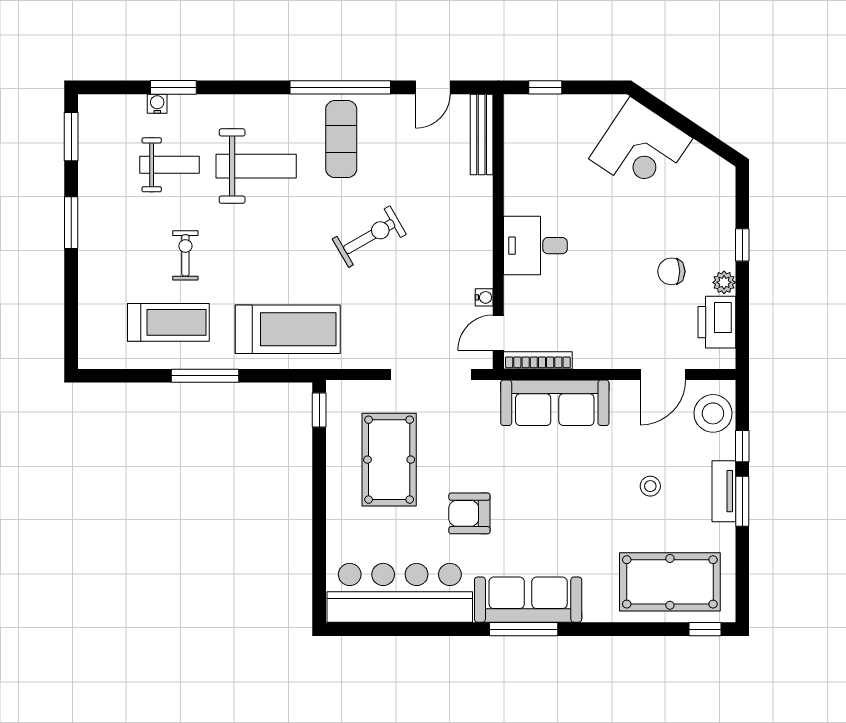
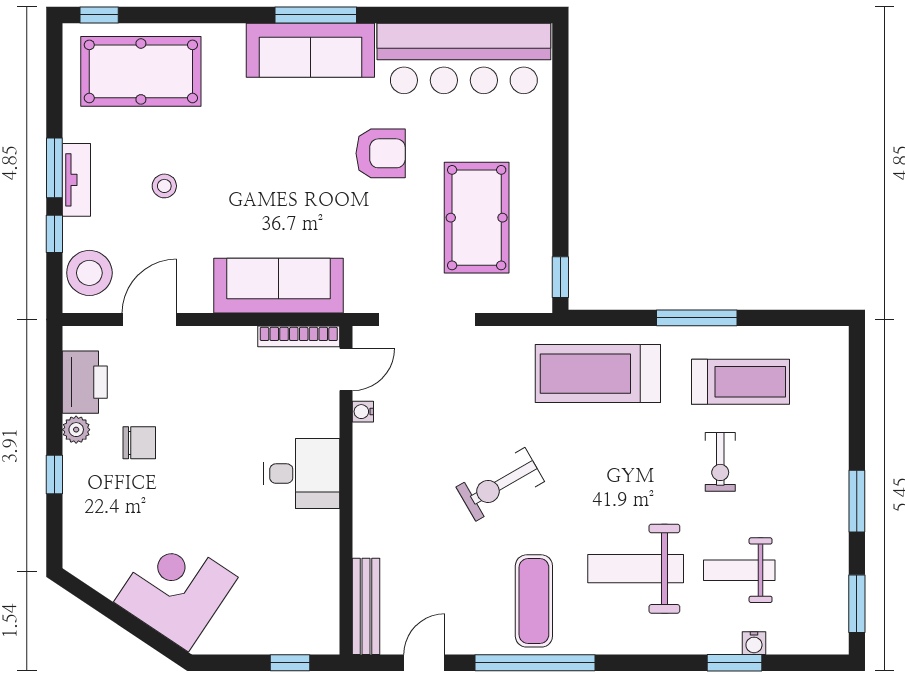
treadmill: (168, 322) -> (741, 382), turned 180

